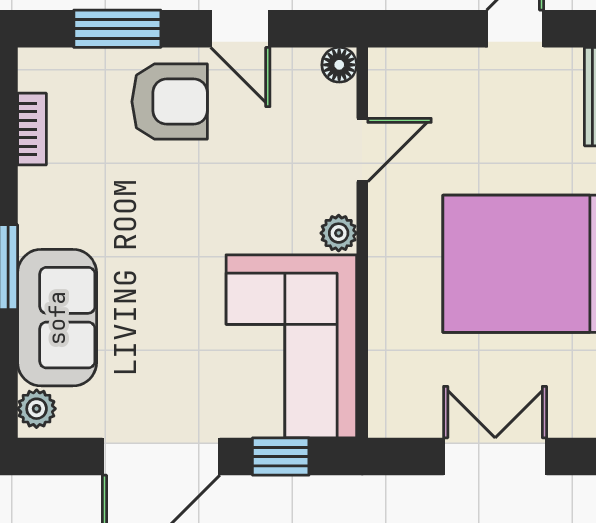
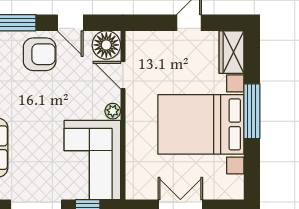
floor lamp: (339, 65) -> (106, 45), width x1.89, depth x1.89
door: (362, 150) -> (123, 75), swing flipped

